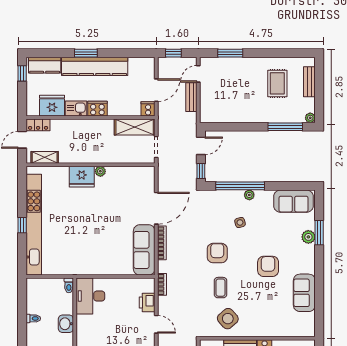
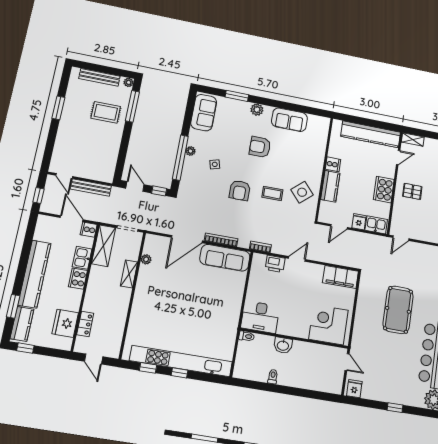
window: (86, 53) -> (13, 306), moved
window: (230, 53) -> (58, 108), moved
bench: (309, 82) -> (99, 77), width x1.36
rug: (277, 83) -> (106, 112), moved
bench: (191, 97) -> (91, 187), width x1.36
kitchen sink: (76, 108) -> (82, 258), moved
locker: (38, 125) -> (85, 324), moved
shelving: (45, 157) -> (129, 274), moved
plant: (100, 171) -> (146, 259), moved
fridge: (82, 177) -> (142, 306), removed
window: (22, 194) -> (148, 368), added
door: (156, 208) -> (187, 239), swing flipped
plant: (308, 237) -> (257, 110), moved
armchair: (217, 253) -> (240, 190), turned -90

